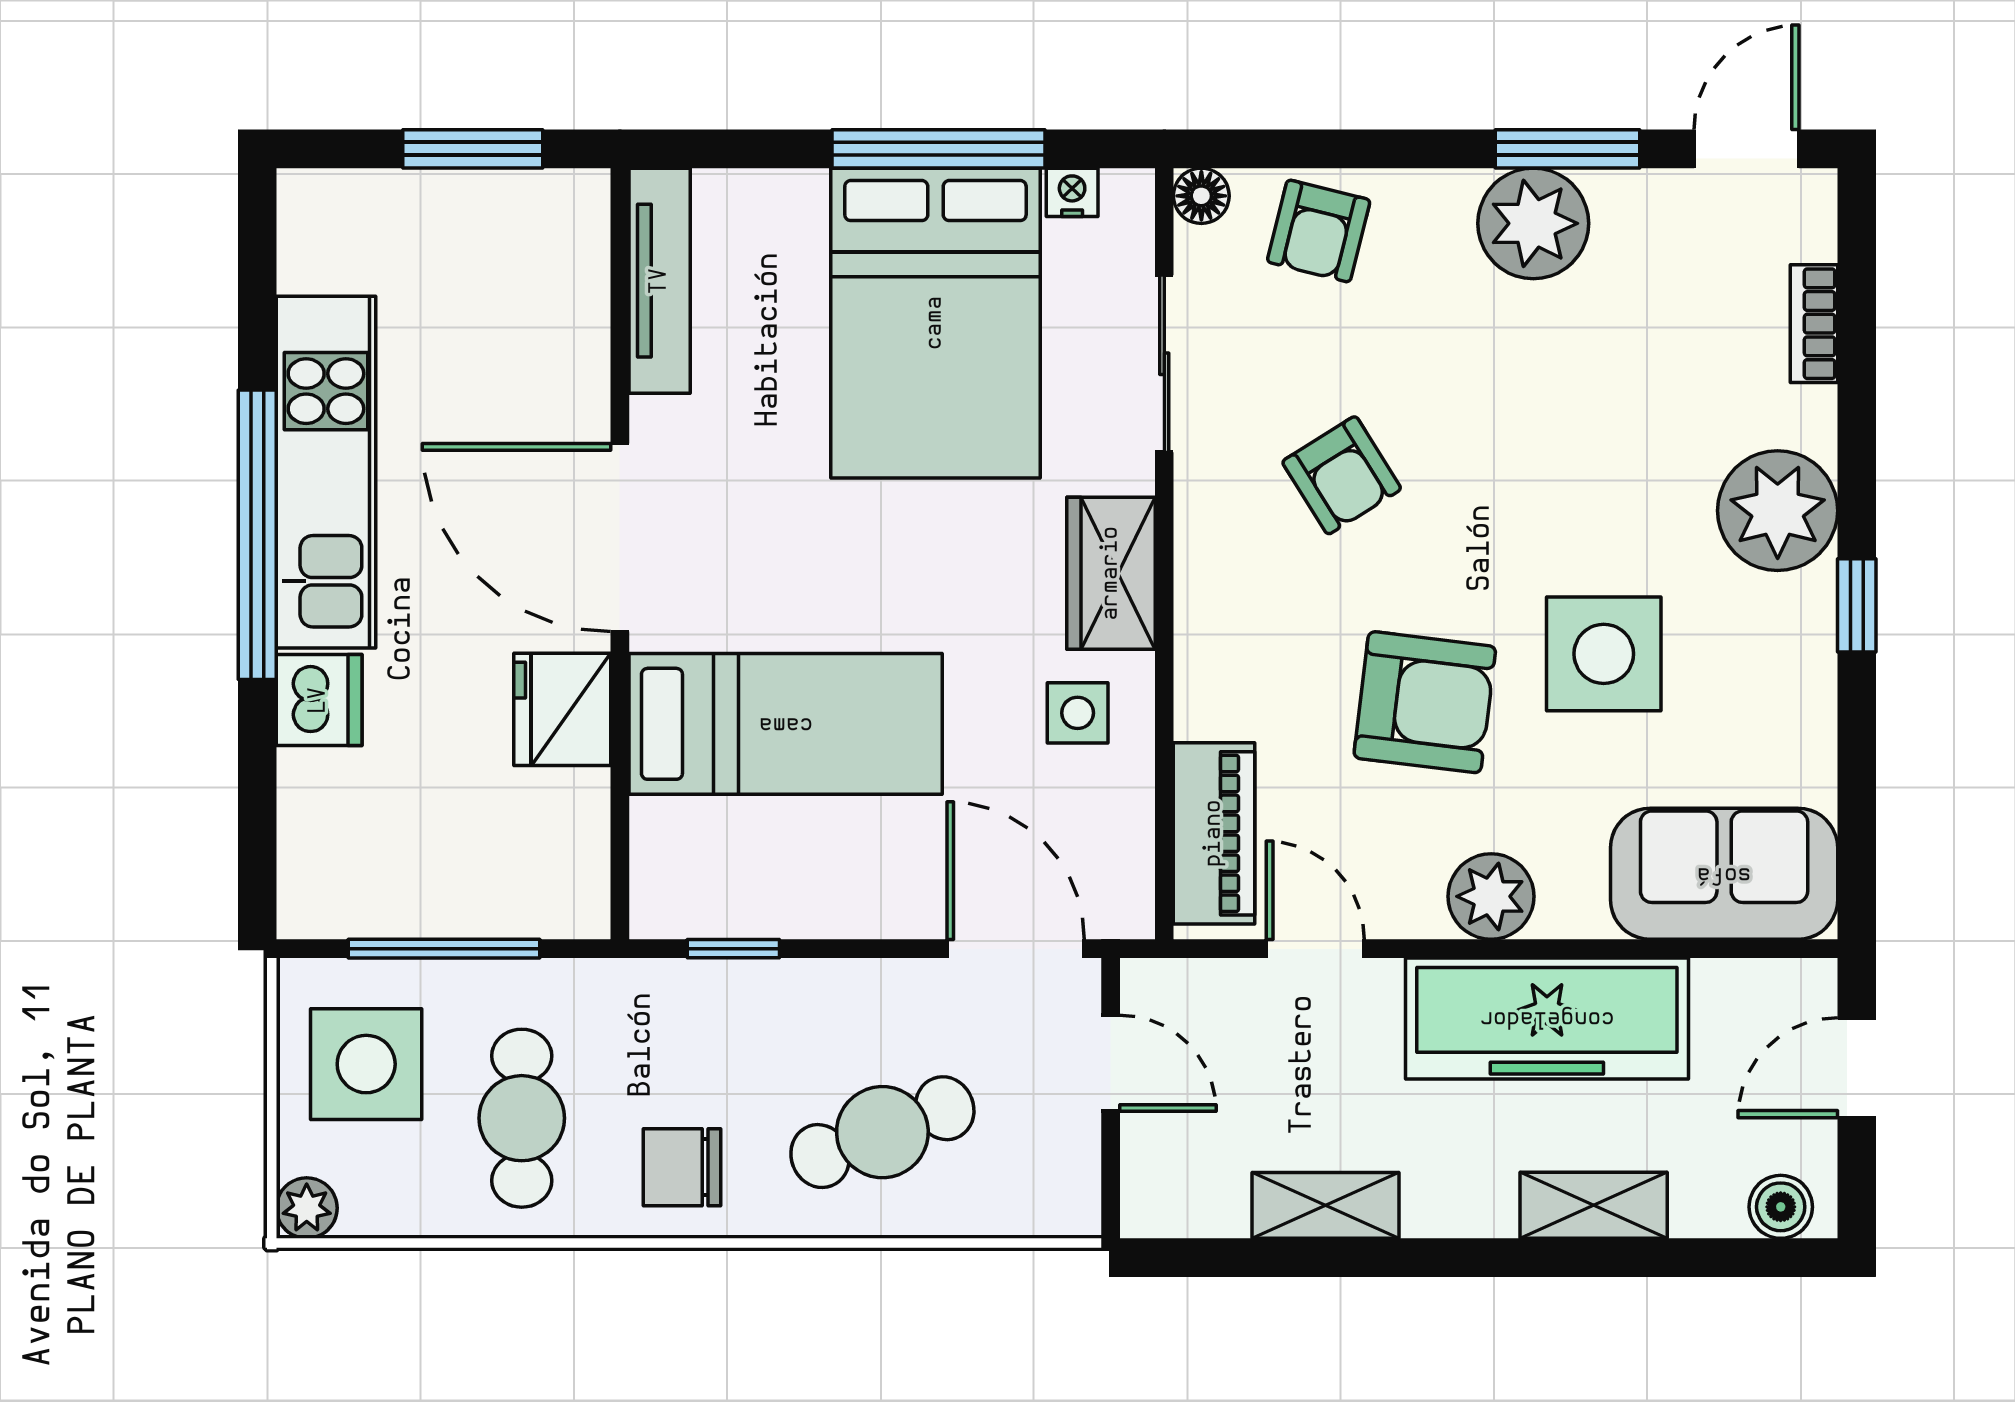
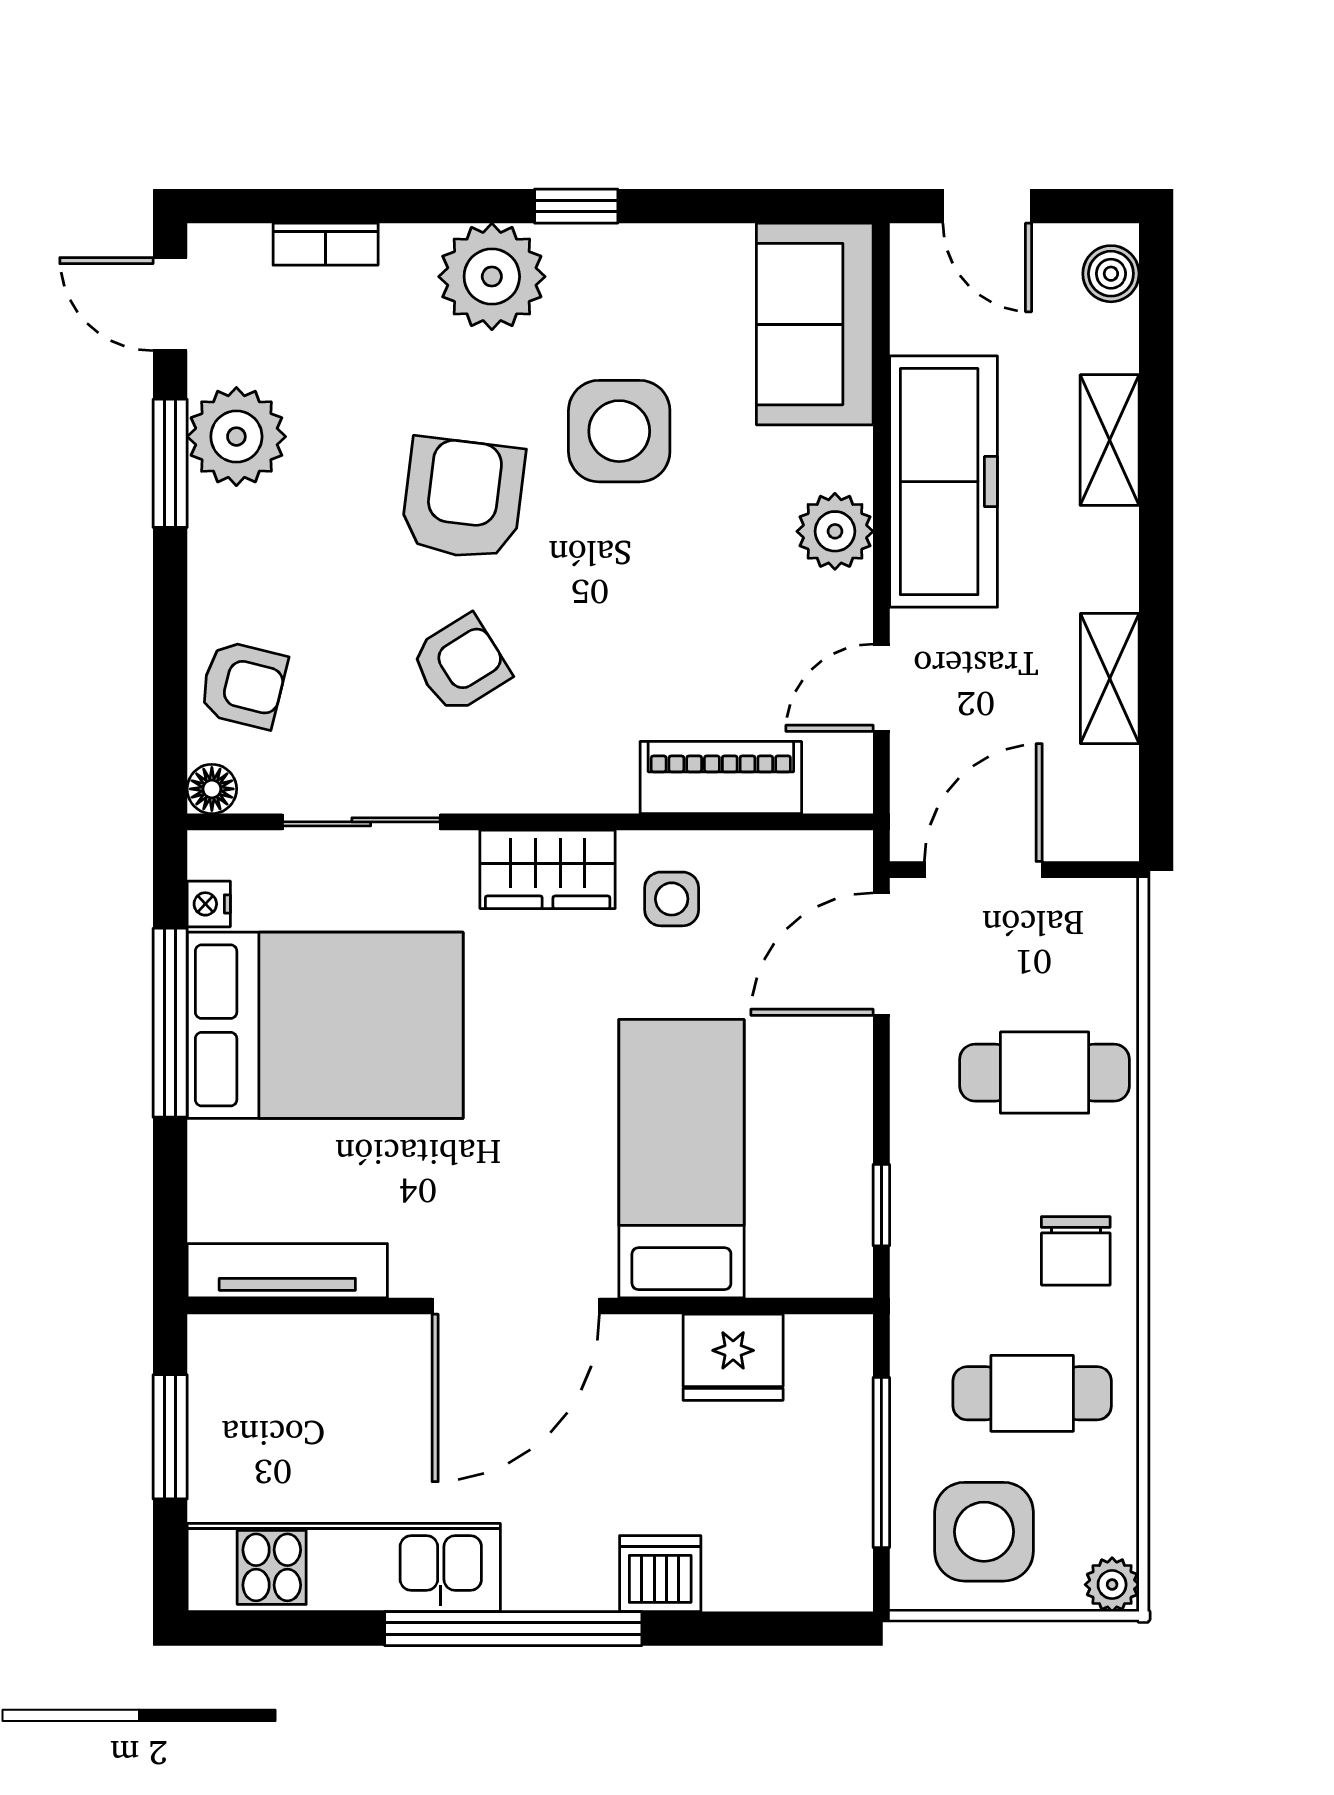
plant: (1533, 223) -> (236, 437), moved
kitchen unit: (326, 472) -> (344, 1567), moved
armchair: (1425, 702) -> (463, 499), moved
fridge: (562, 709) -> (733, 1357), moved
piano: (1214, 833) -> (721, 778), moved
door: (1111, 1063) -> (983, 870), width x1.38
cafe table: (882, 1132) -> (1045, 1073), turned -69

